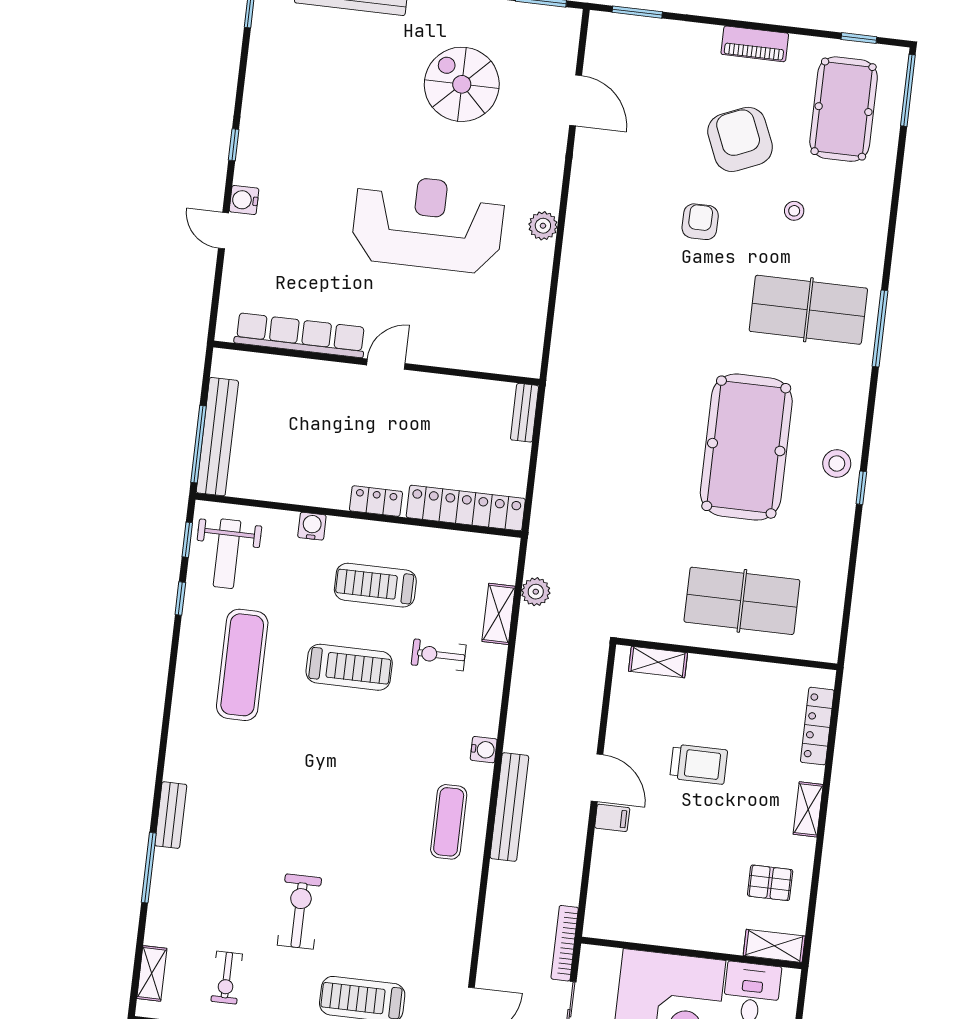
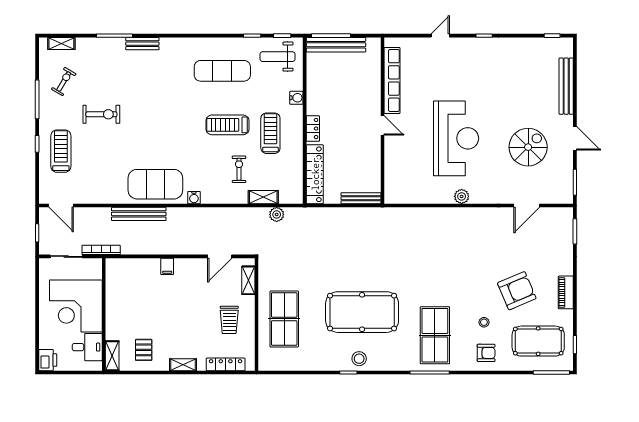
water cooler: (244, 200) -> (457, 44), removed
armchair: (700, 222) -> (486, 353), moved
bench: (525, 413) -> (361, 198), width x1.36
treadmill: (349, 667) -> (227, 125), turned 90
trolley: (699, 764) -> (229, 320), moved
door: (597, 778) -> (220, 256), moved
bench: (509, 807) -> (139, 214), moved
exercise mat: (449, 822) -> (155, 184), width x2.00, depth x1.45
exercise bike: (227, 978) -> (64, 81), turned 121

